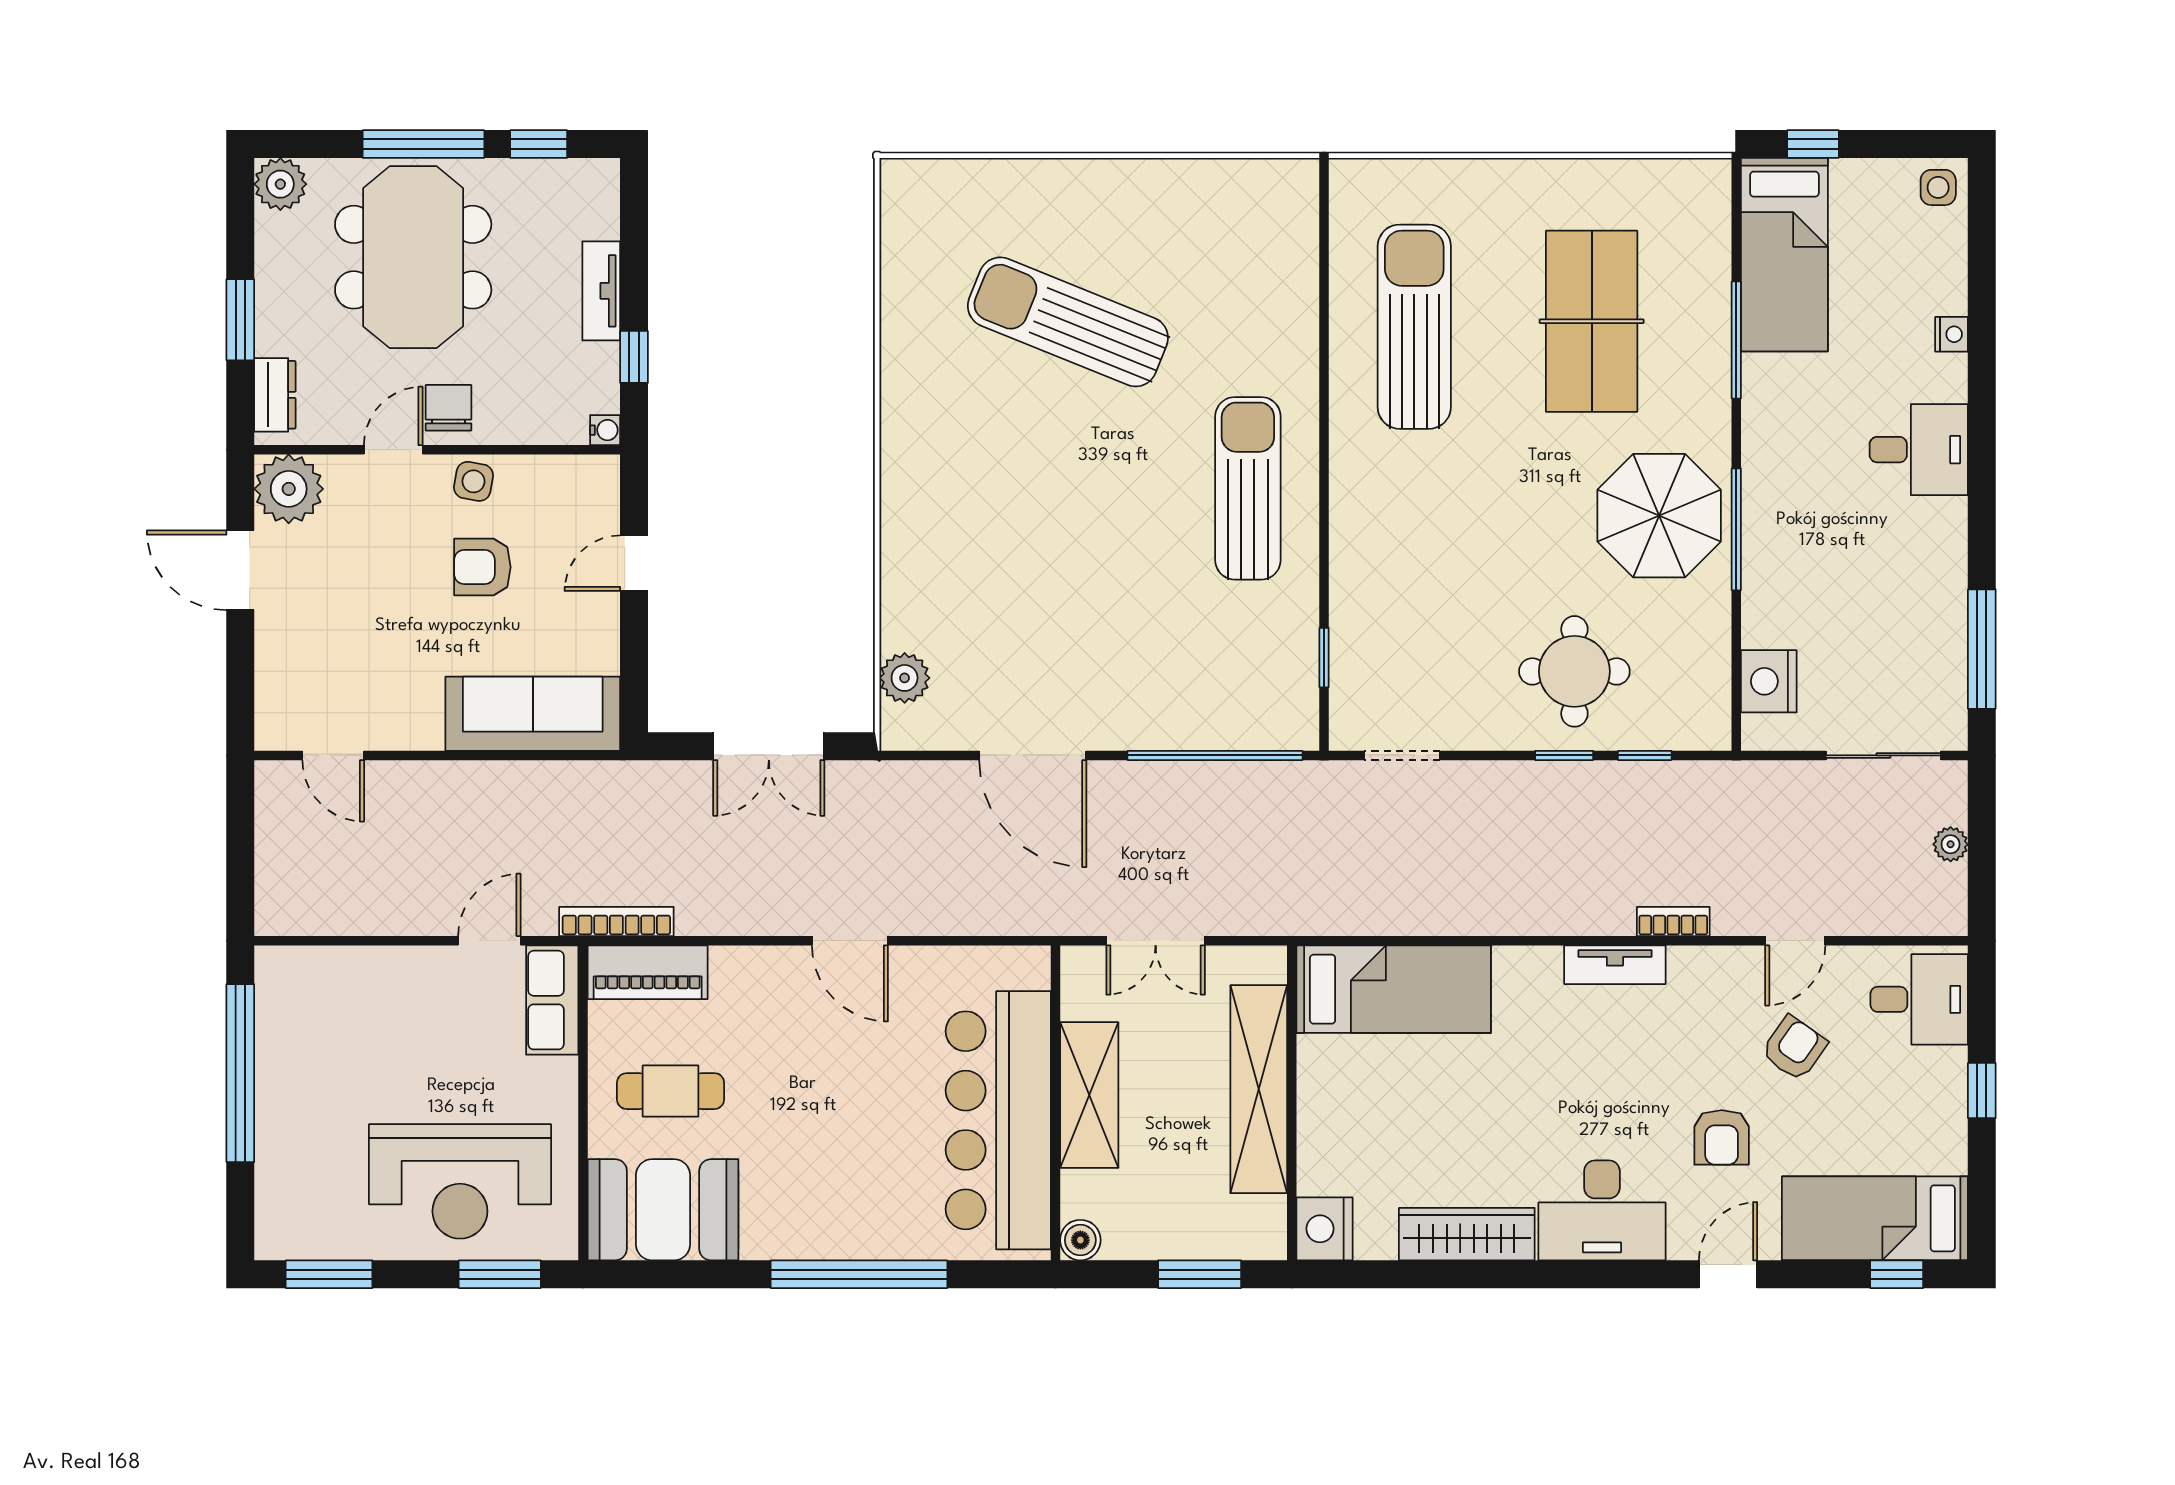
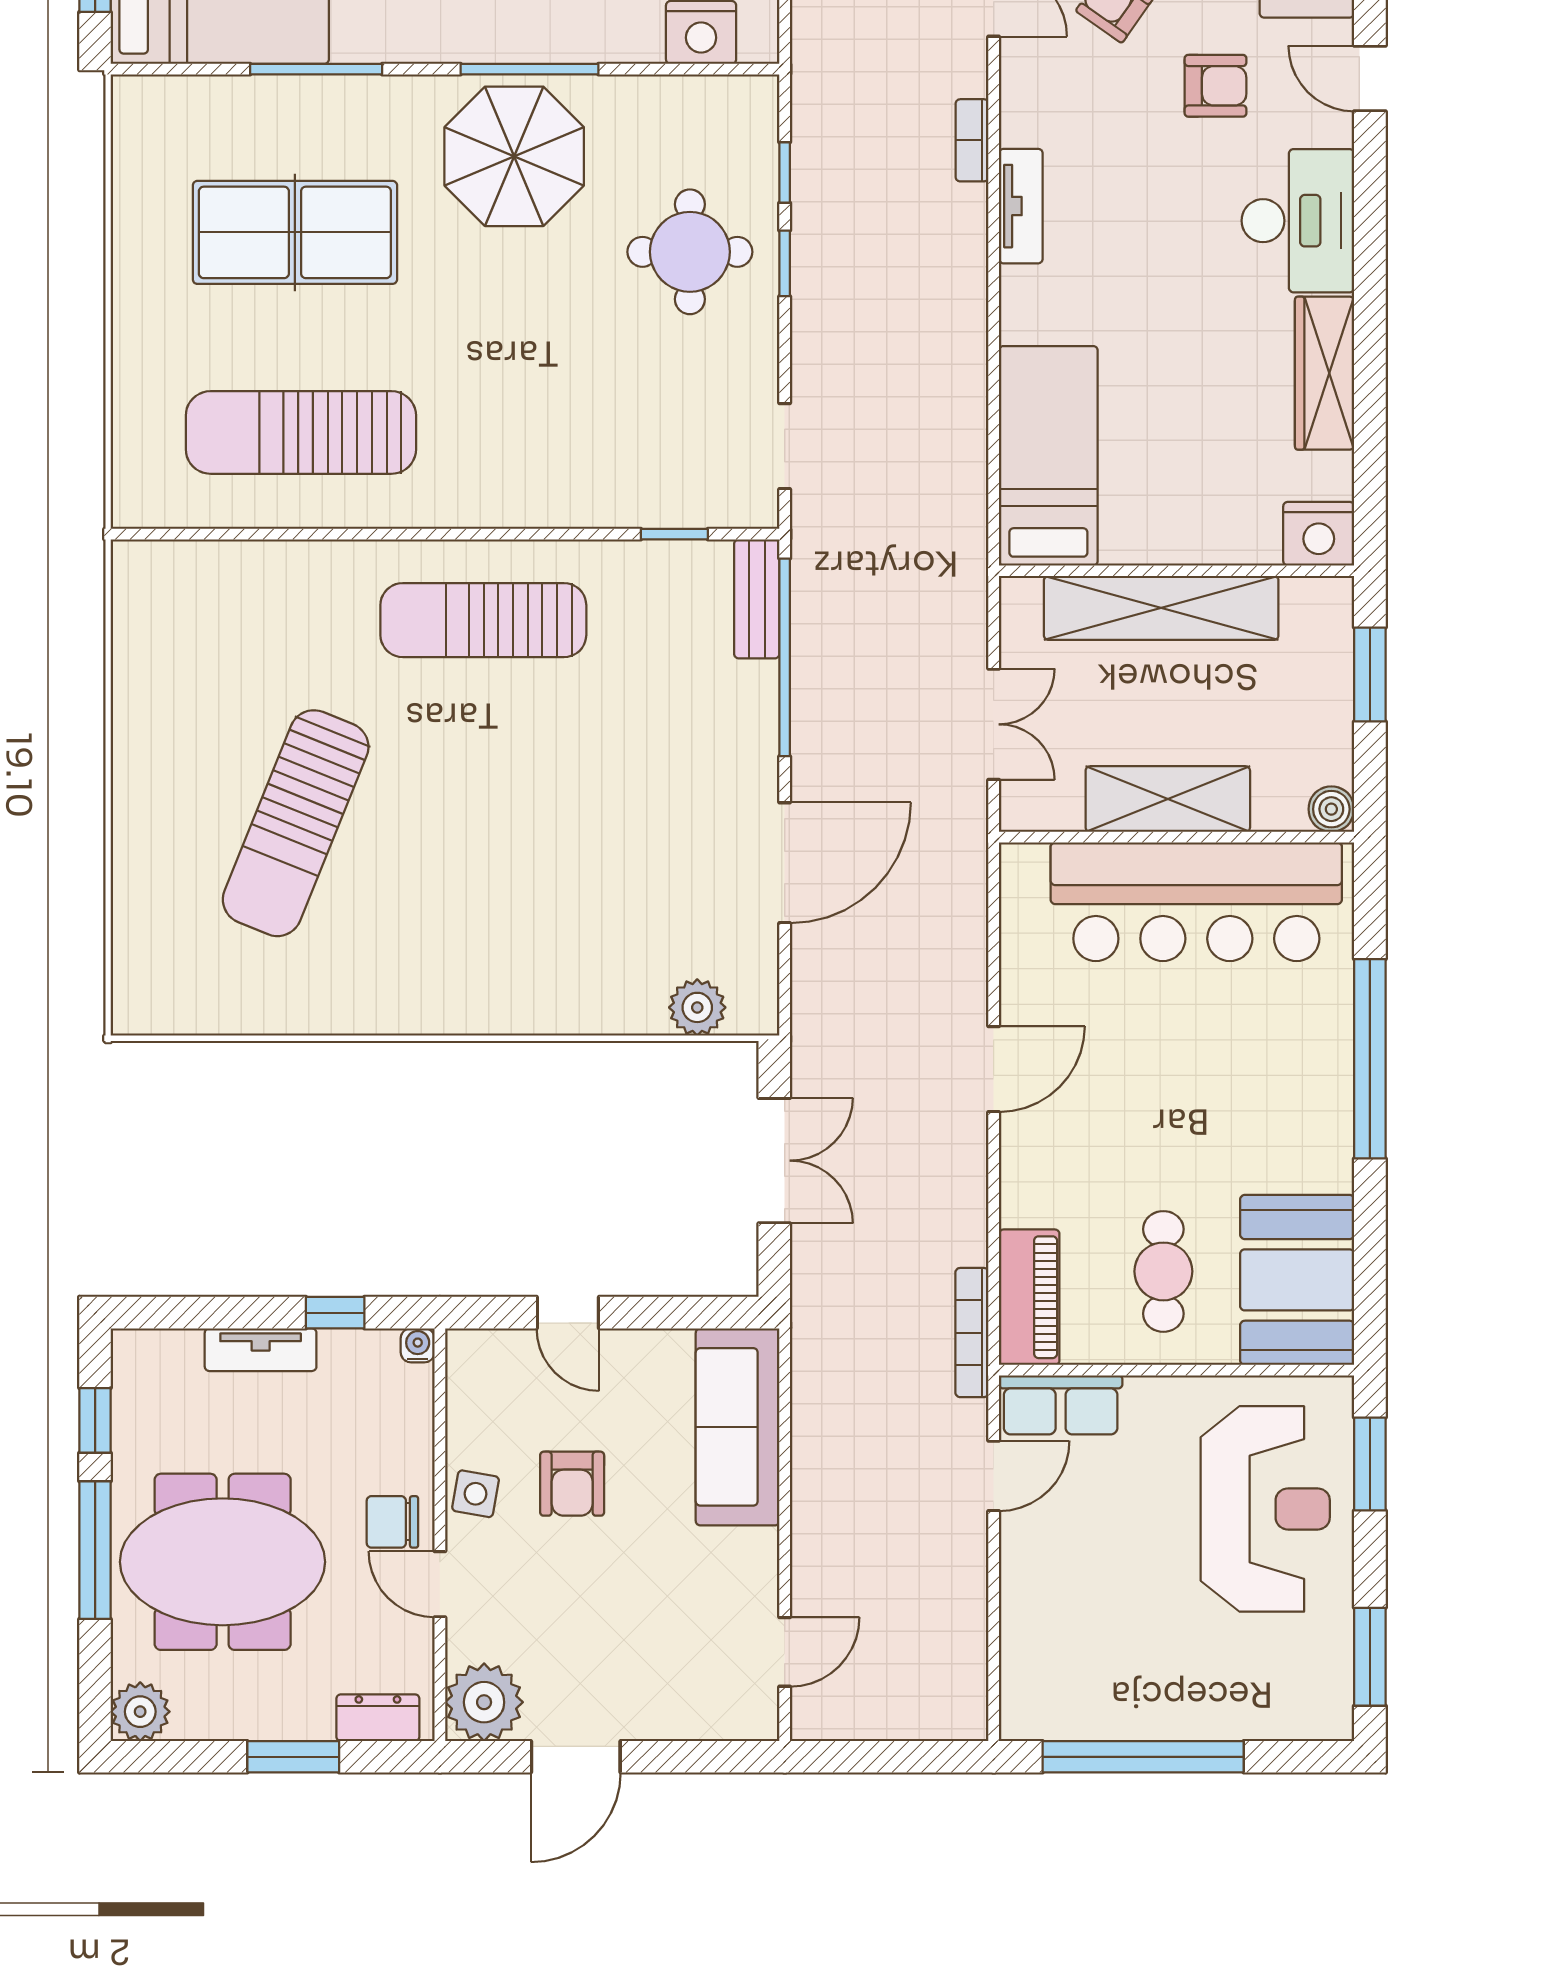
bench: (1267, 731) -> (757, 599), added
door: (489, 941) -> (994, 1476), swing flipped

